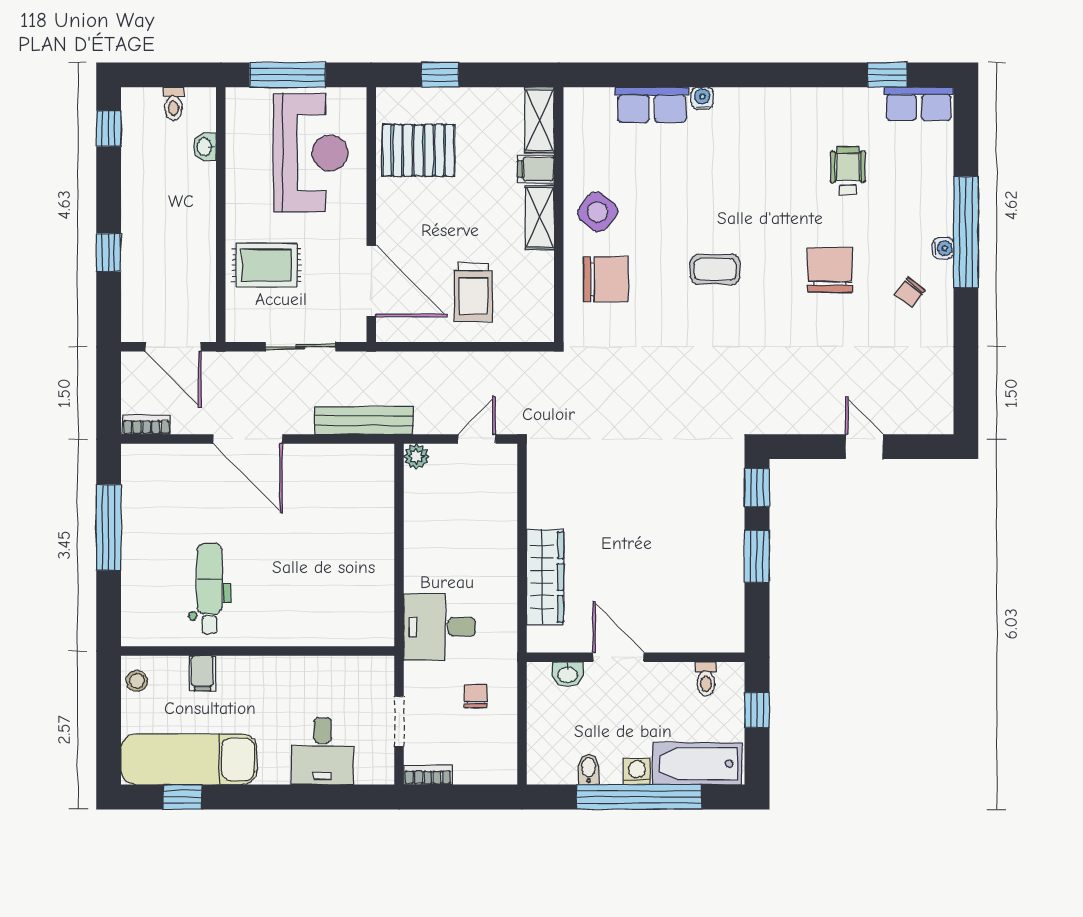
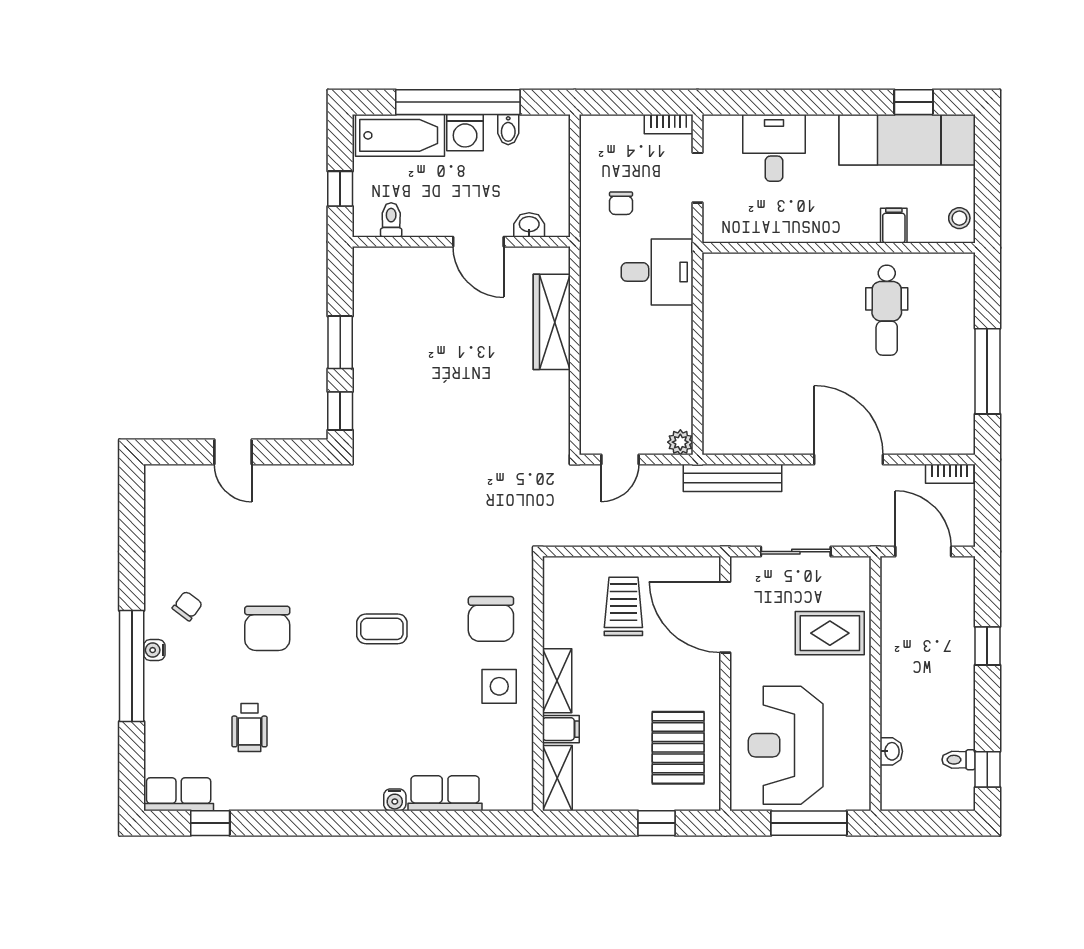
toilet: (173, 104) -> (959, 760), moved, turned -90
pallet: (418, 150) -> (678, 748), turned 90
side table: (598, 212) -> (499, 686), turned -38
chair: (606, 279) -> (491, 619), turned -90
washing machine: (637, 771) -> (465, 133), width x1.38, depth x1.38

